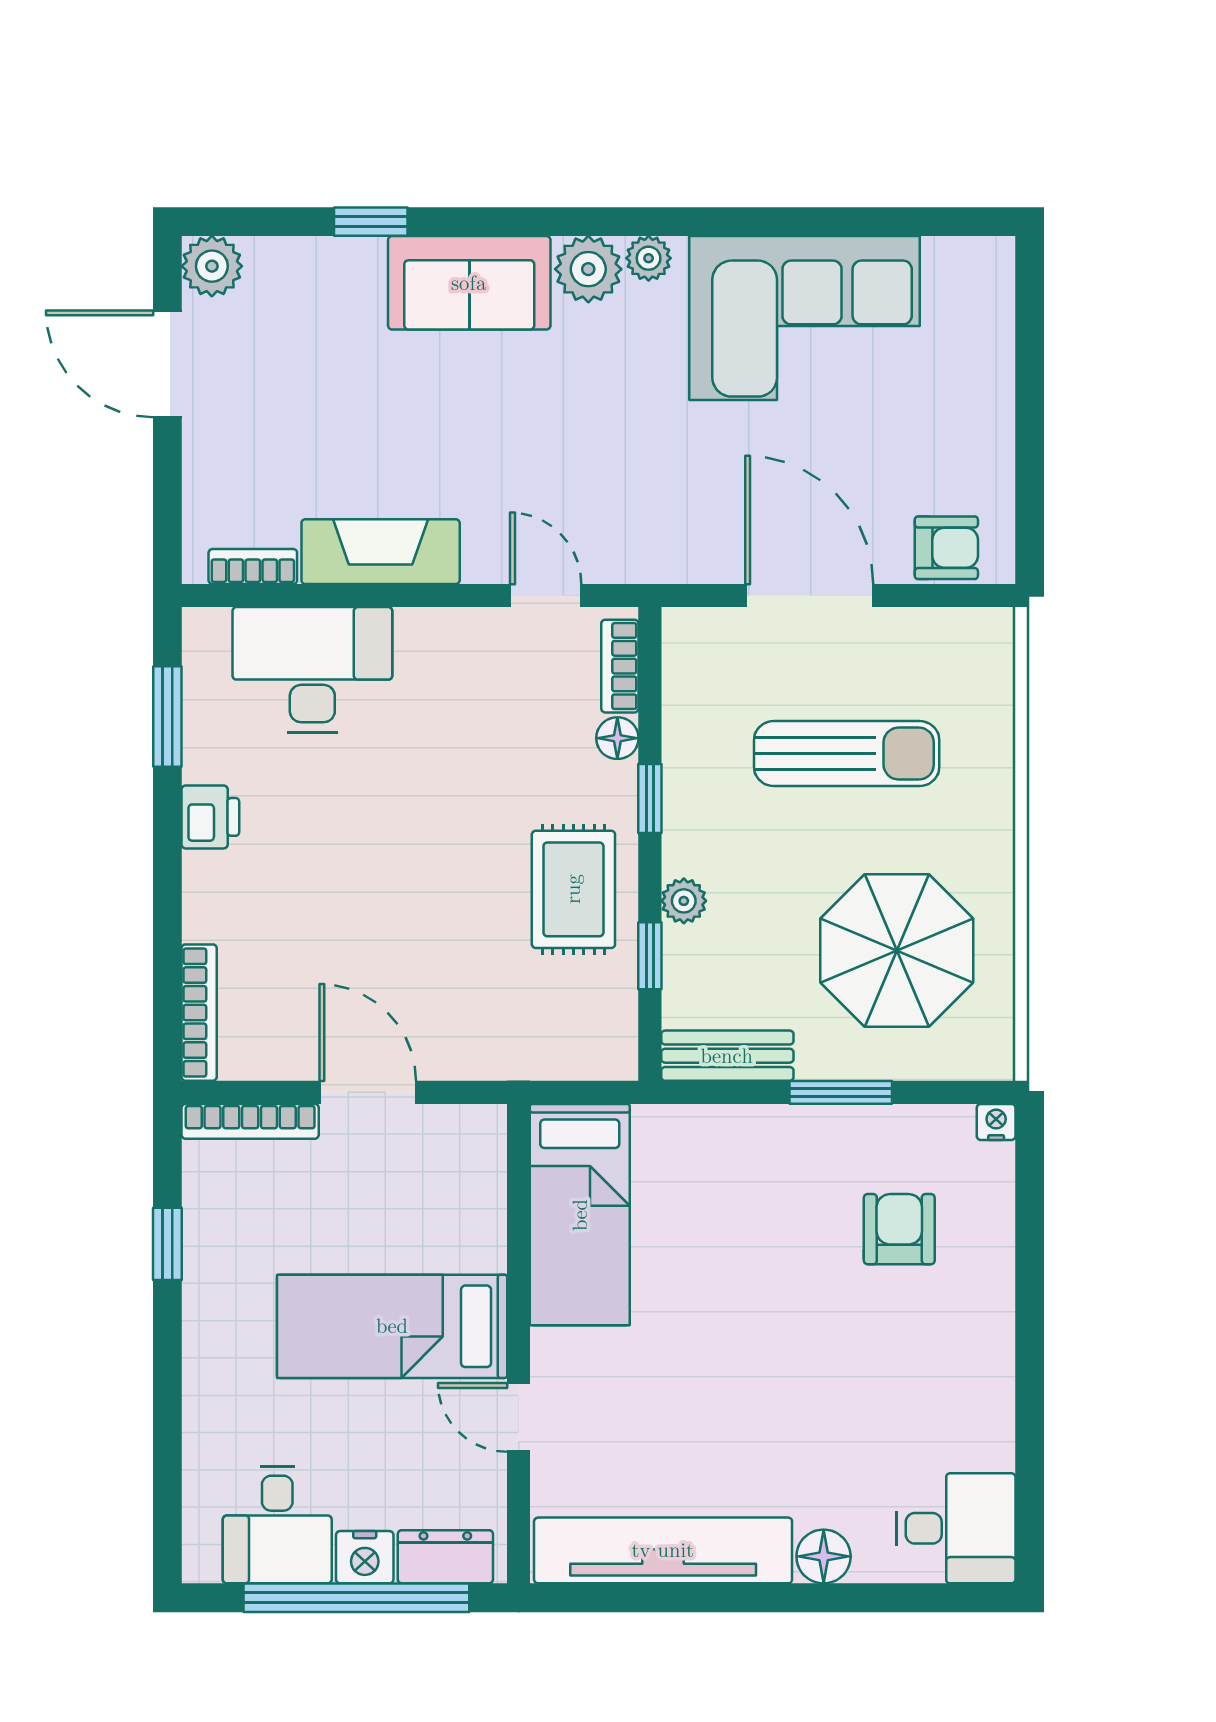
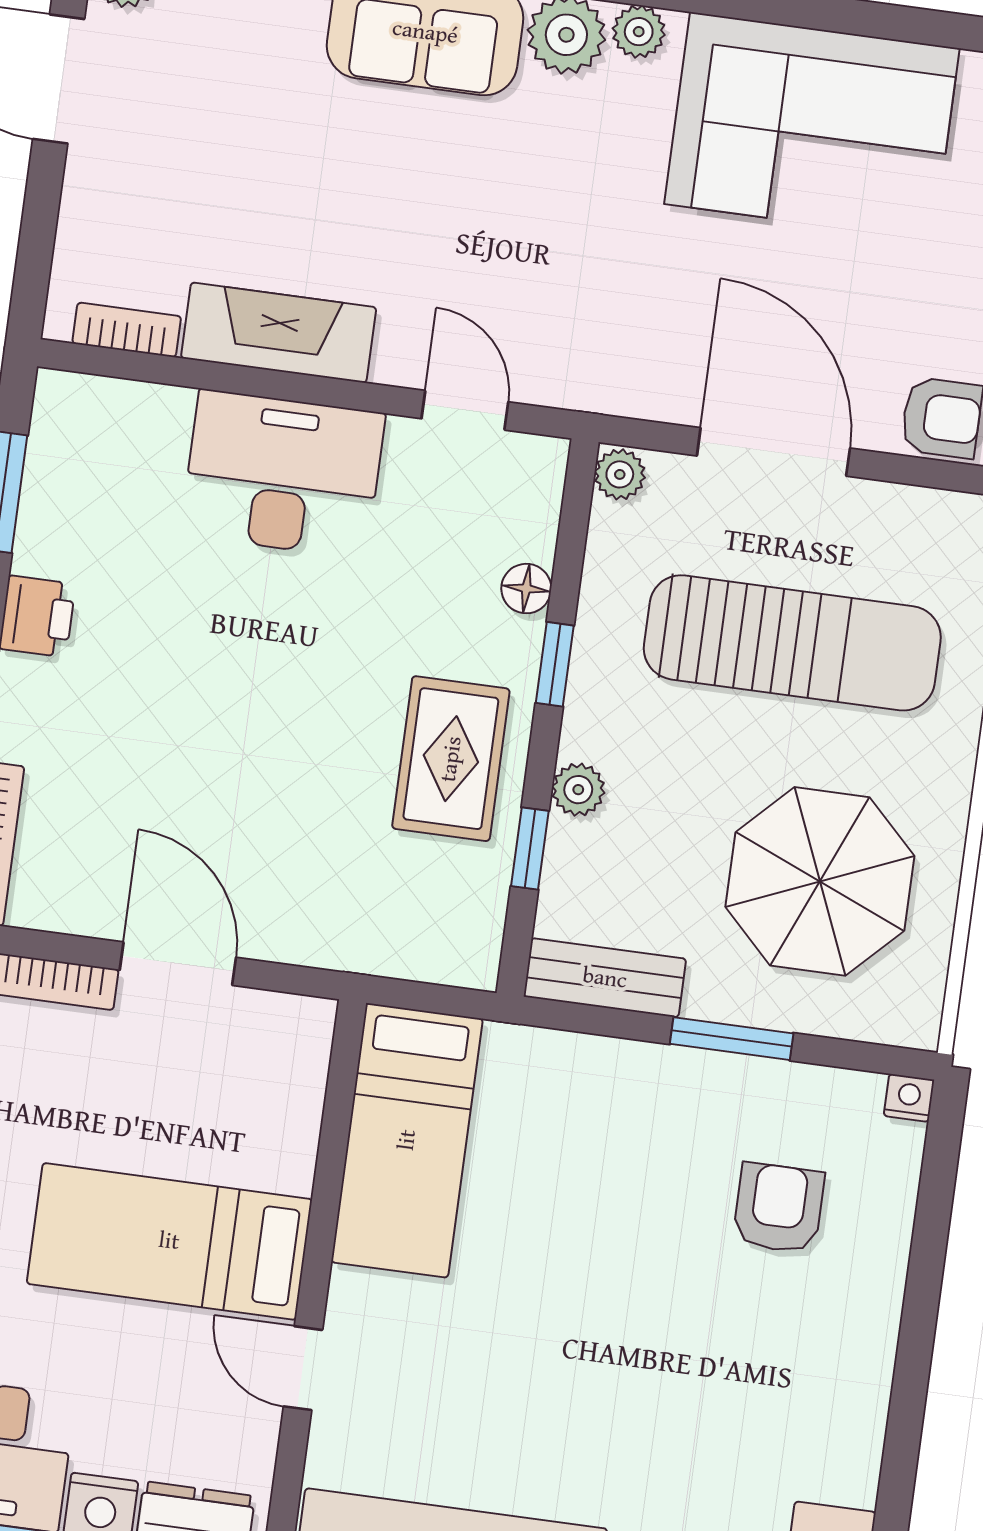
plant: (683, 632) -> (620, 474), added
bookcase: (620, 666) -> (541, 505), removed
desk: (312, 670) -> (283, 474), moved
sun lounger: (847, 754) -> (792, 643), width x1.36, depth x1.34

